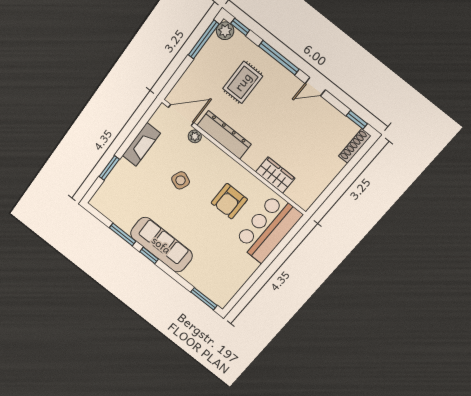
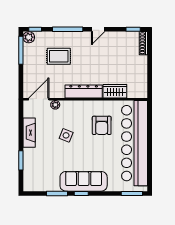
rug: (243, 82) -> (59, 56), turned 90
dresser: (224, 135) -> (84, 91), moved
bar counter: (268, 228) -> (135, 143), width x1.86

